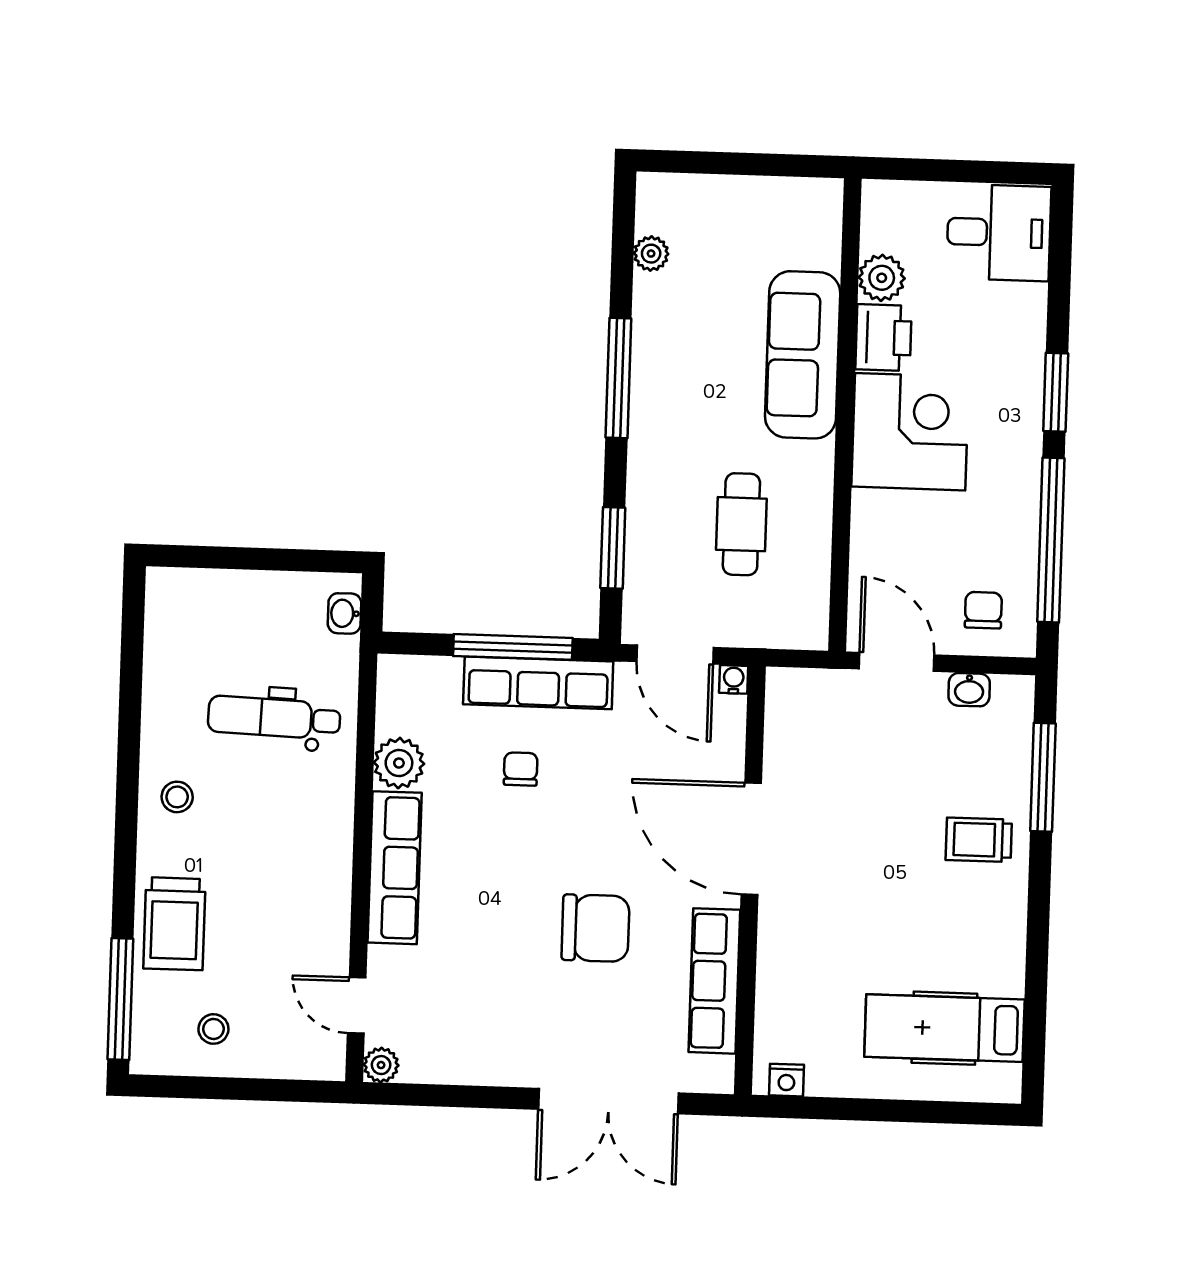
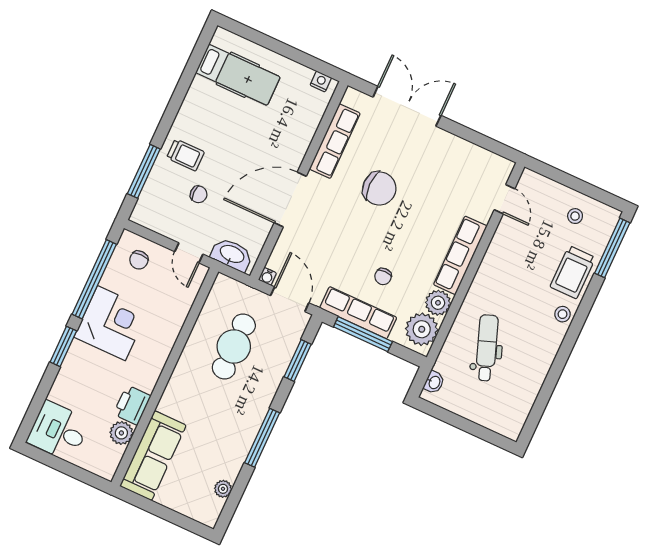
sofa: (803, 355) -> (153, 456), moved
corner desk: (910, 432) -> (111, 323), moved, turned 180
cafe table: (741, 524) -> (234, 346), width x1.37, depth x1.35
door: (897, 662) -> (189, 253), width x0.73
washbasin: (969, 690) -> (232, 255), moved, width x1.91, depth x1.45
dental chair: (274, 718) -> (487, 348), turned -112
chair: (924, 777) -> (199, 194), added
stool: (177, 797) -> (562, 314), moved
door: (751, 839) -> (290, 199), swing flipped
trolley: (174, 924) -> (573, 272), turned 180
chair: (596, 928) -> (379, 189), turned 180
plant: (381, 1065) -> (422, 329), moved, width x1.87, depth x1.87

